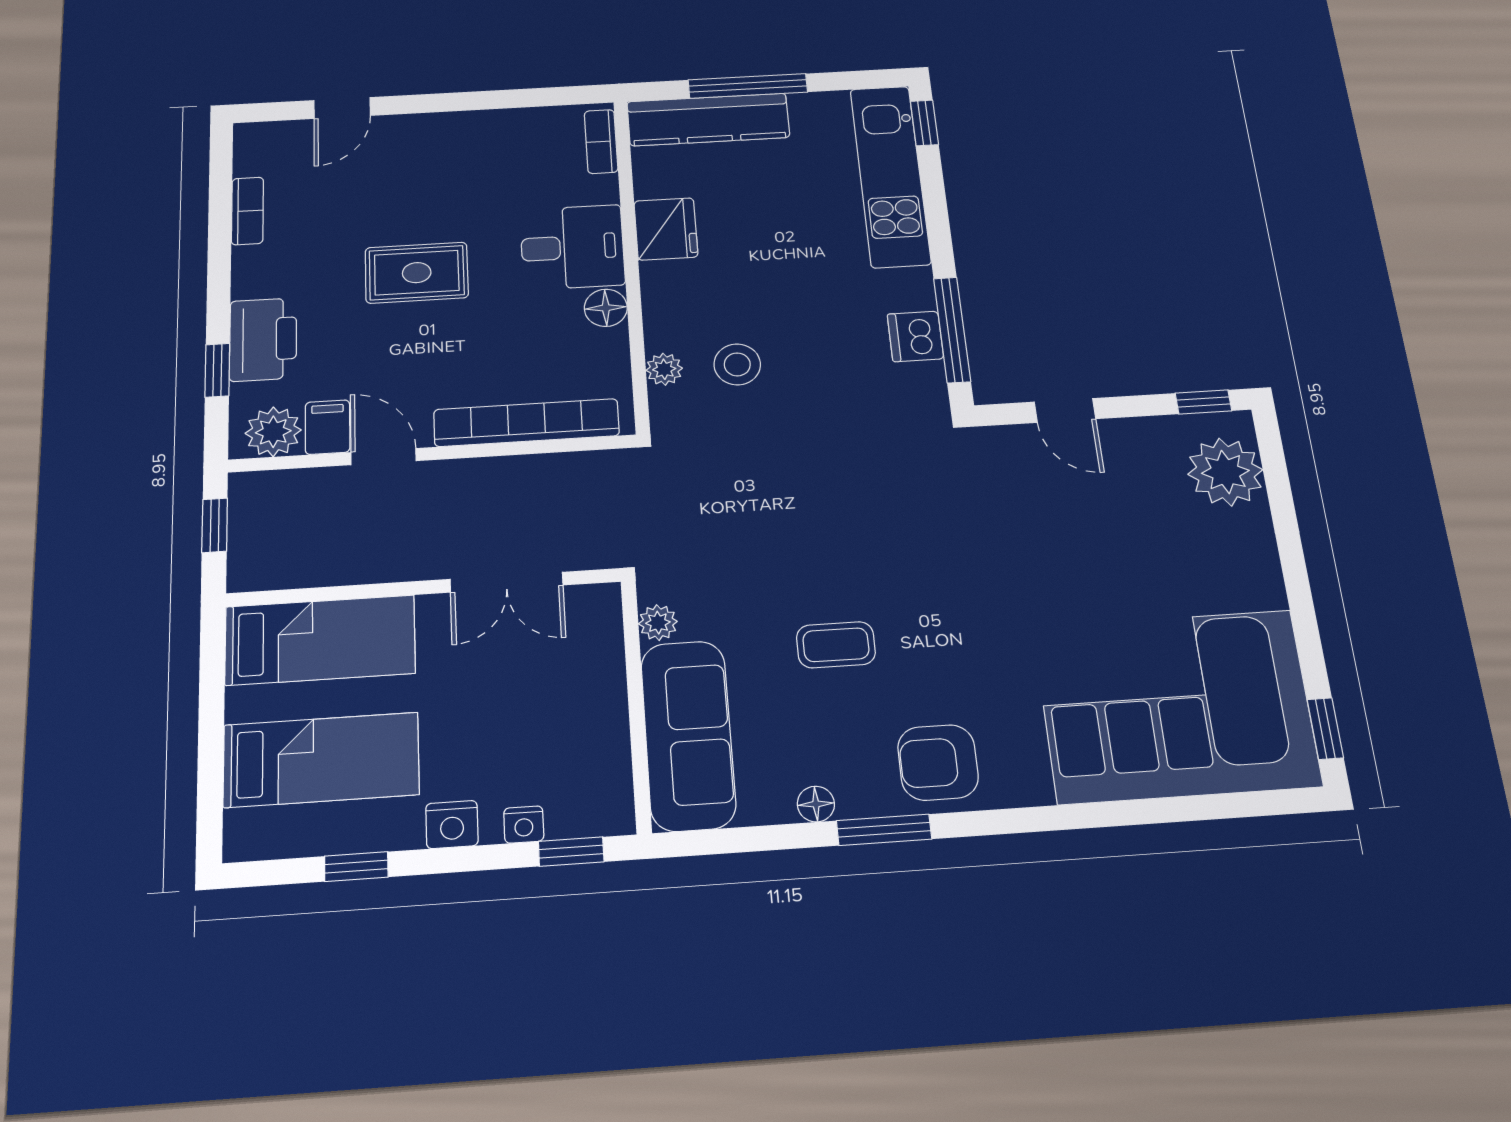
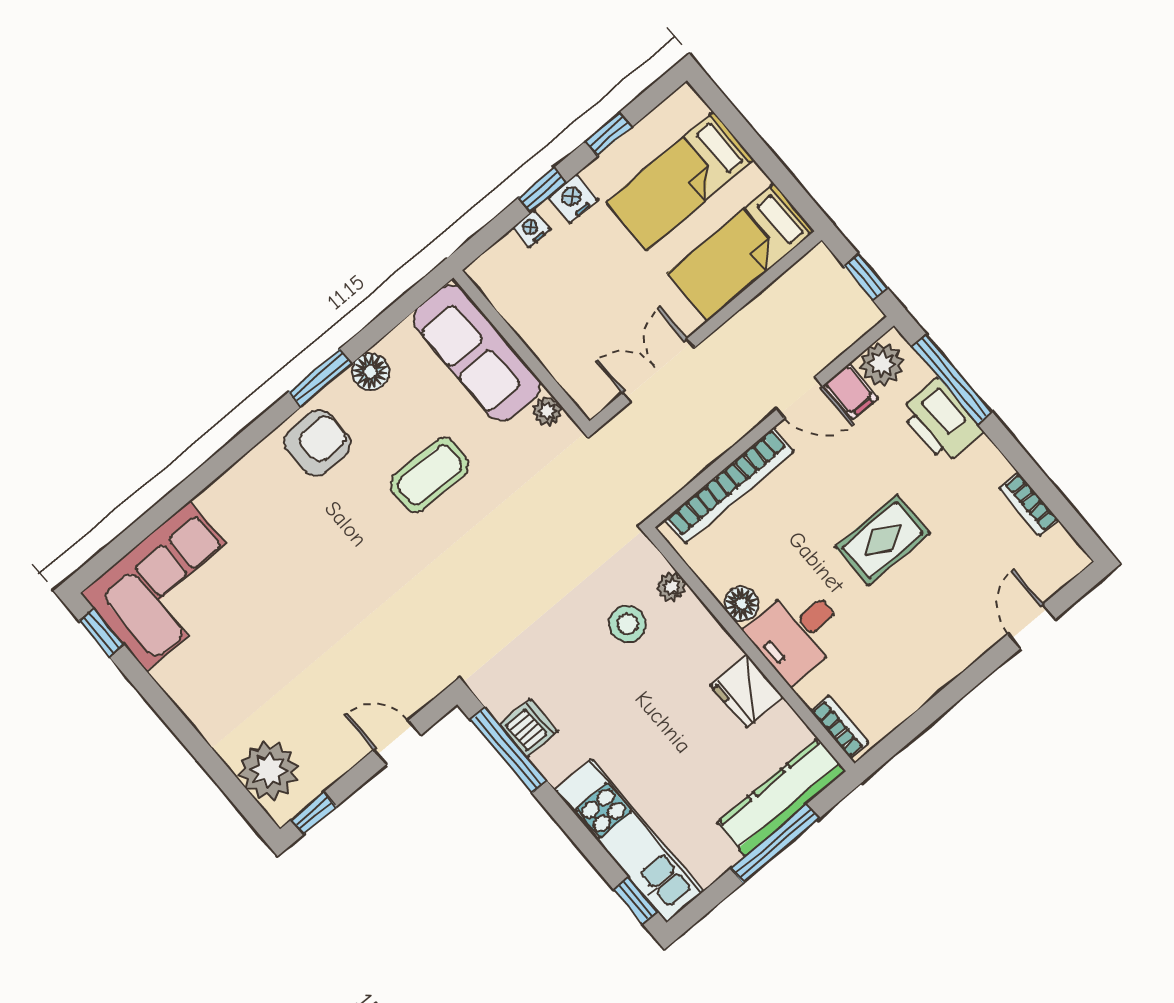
window: (217, 370) -> (952, 379), width x2.17
coffee table: (836, 645) -> (430, 475), width x1.36, depth x1.30
corner sofa: (1176, 706) -> (168, 586), width x0.73, depth x0.74
floor lamp: (816, 804) -> (370, 372), width x1.37, depth x1.37
window: (571, 852) -> (542, 190), moved

